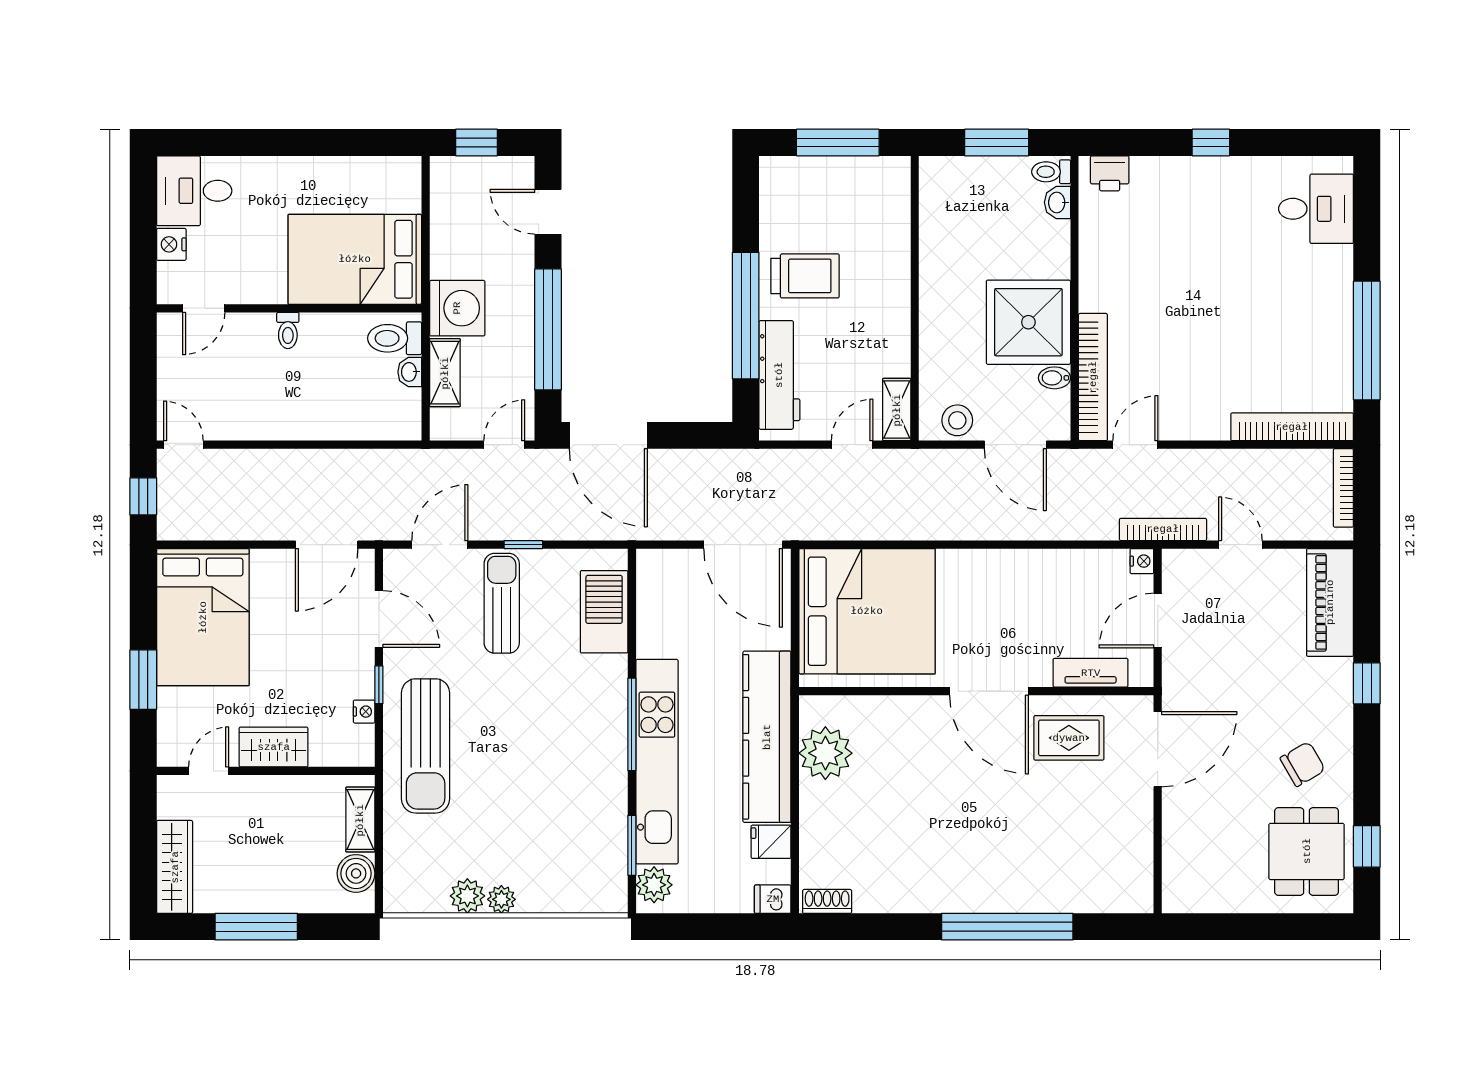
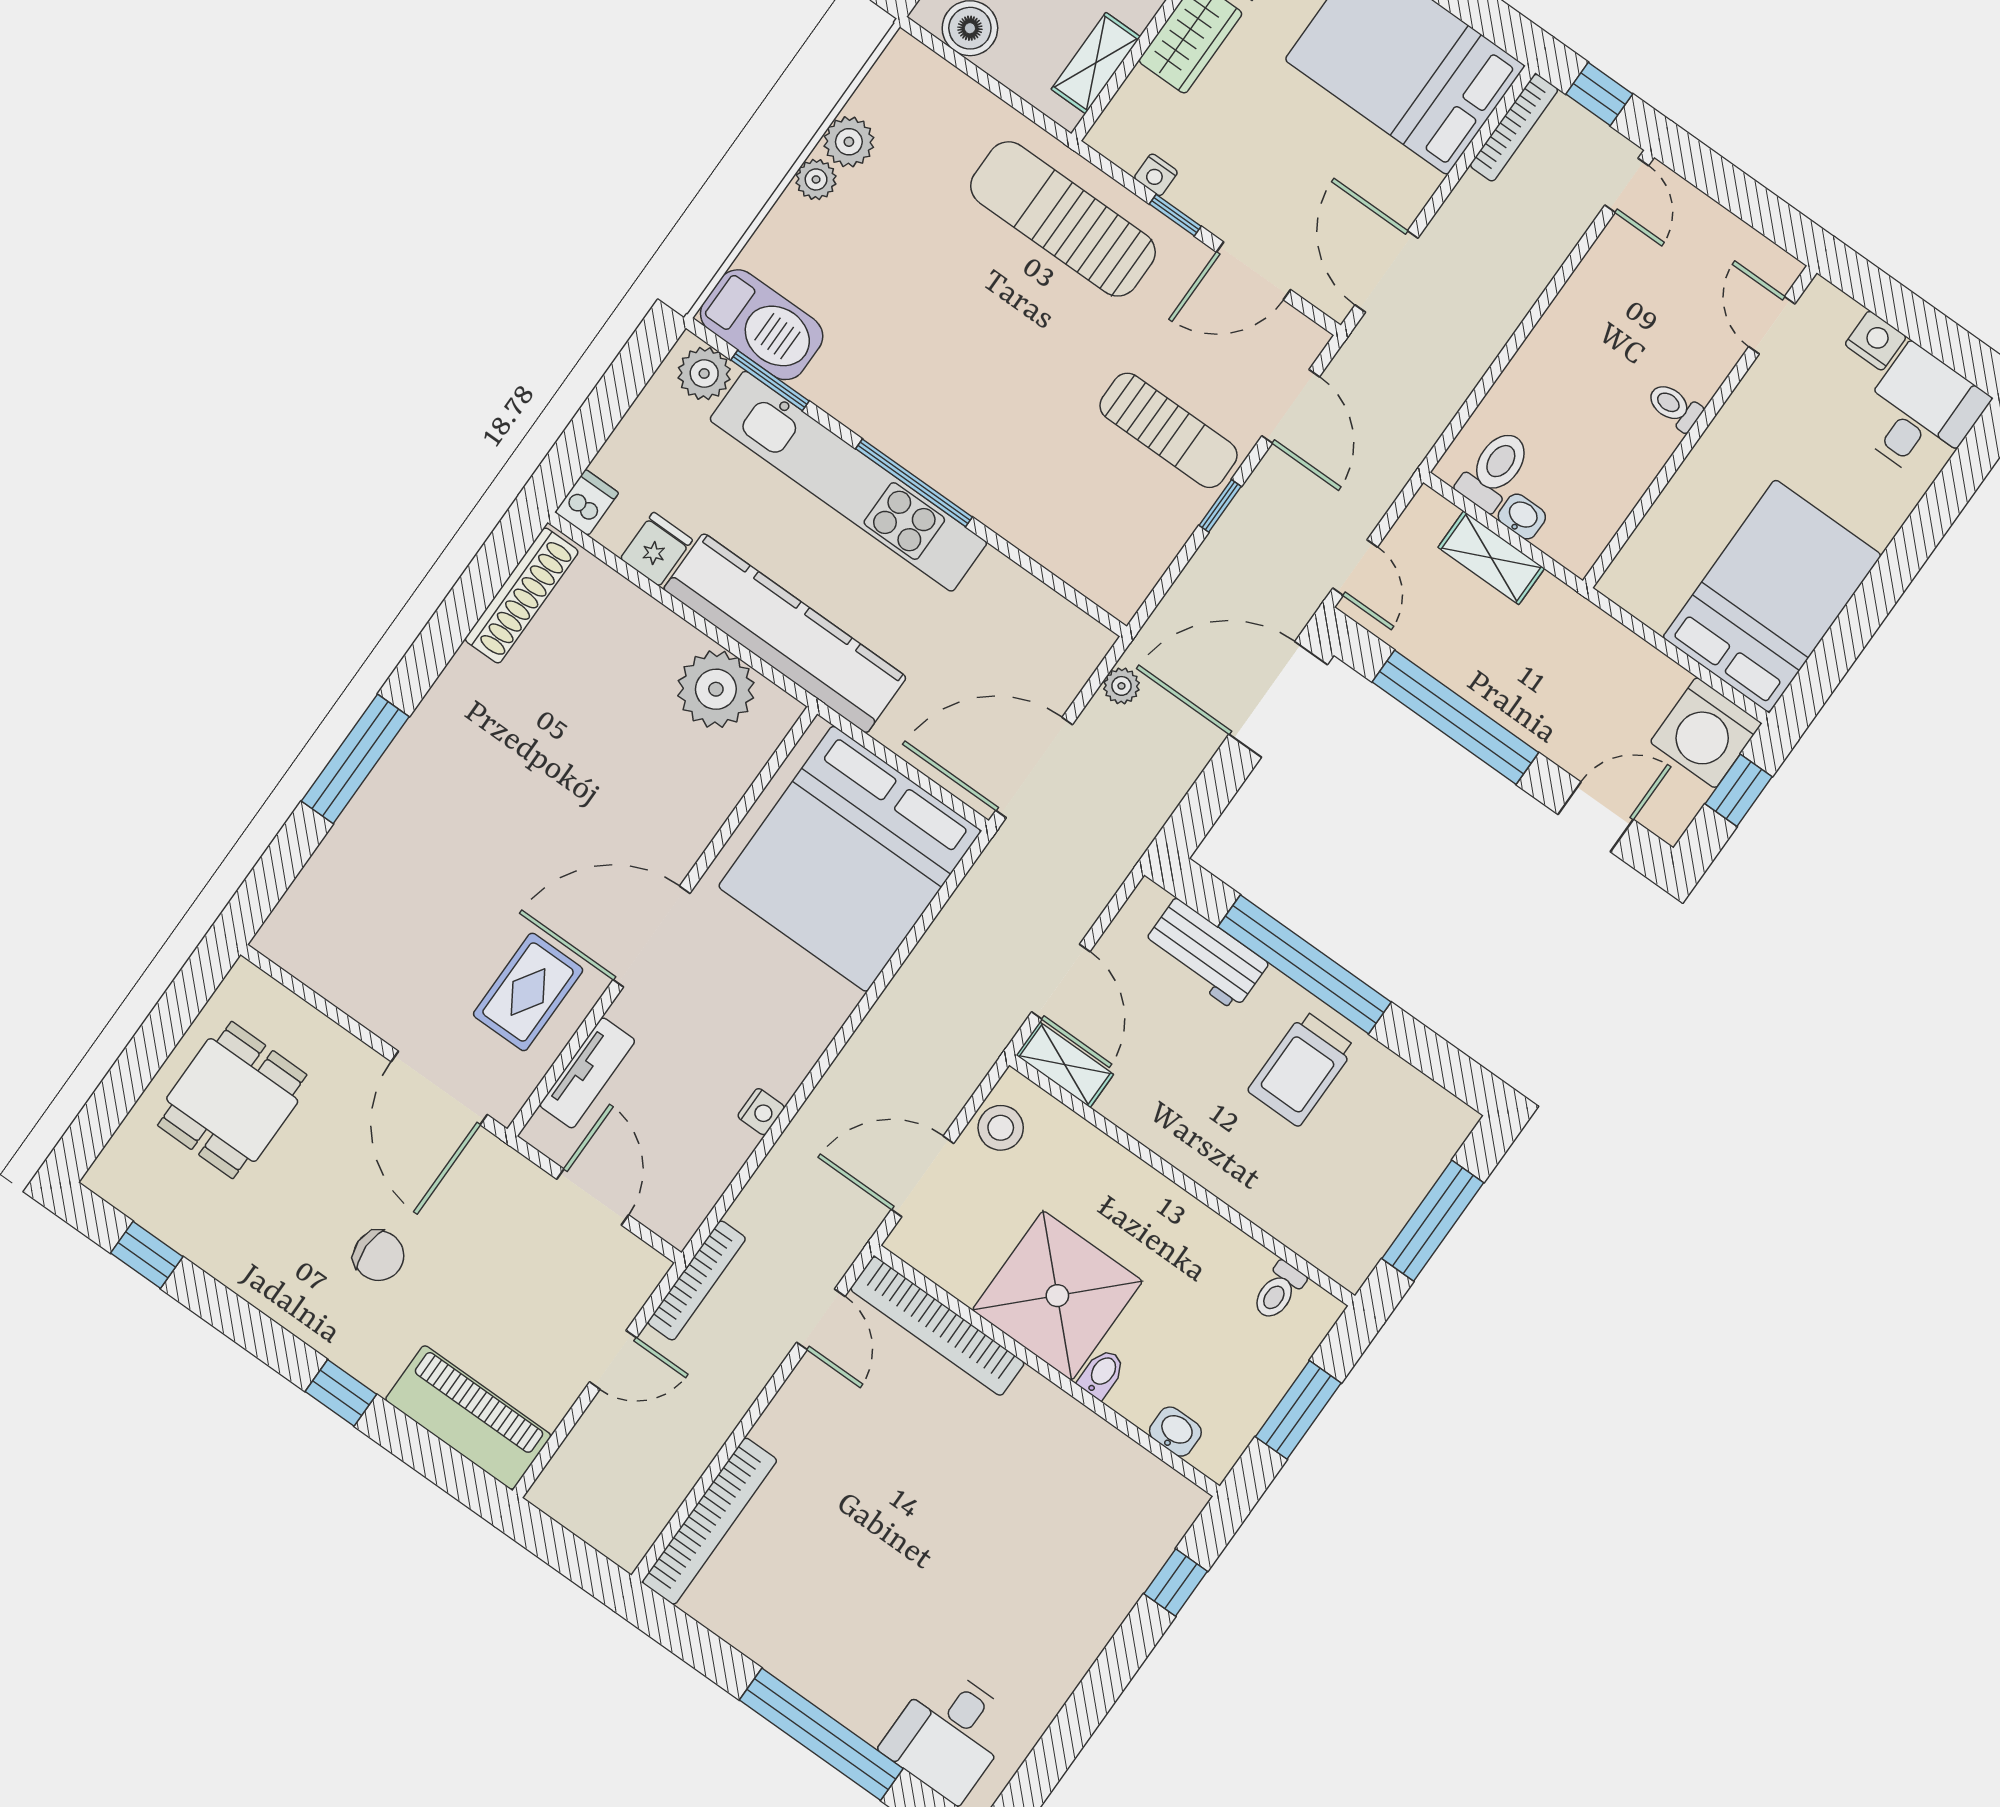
window: (1211, 143) -> (1176, 1582), moved
toilet: (1051, 172) -> (1278, 1291), moved, turned 180
printer: (1110, 173) -> (1166, 1518), removed
bed: (355, 259) -> (1772, 596), moved
washing machine: (457, 308) -> (1706, 733), moved
toilet: (395, 338) -> (1494, 470), moved
window: (1367, 341) -> (821, 1734), moved
workbench: (779, 375) -> (1205, 954), width x0.73
bidet: (1054, 378) -> (1102, 1374), moved
door: (183, 445) -> (1627, 185), hinge flipped
door: (852, 445) -> (1061, 982), width x1.38
bookcase: (1343, 488) -> (1514, 128), moved, turned 90
plant: (663, 528) -> (1121, 686), added
nightstand: (1142, 561) -> (761, 1112), moved, turned -90
barbecue: (604, 612) -> (762, 325), moved
chair: (1303, 764) -> (379, 1256), moved, turned -60
shelving: (360, 820) -> (1096, 63), moved, turned 90
dining table: (1307, 851) -> (232, 1100), moved, turned 90
shoe rack: (827, 901) -> (522, 595), width x1.94, depth x1.24
window: (1007, 927) -> (355, 759), width x0.68

